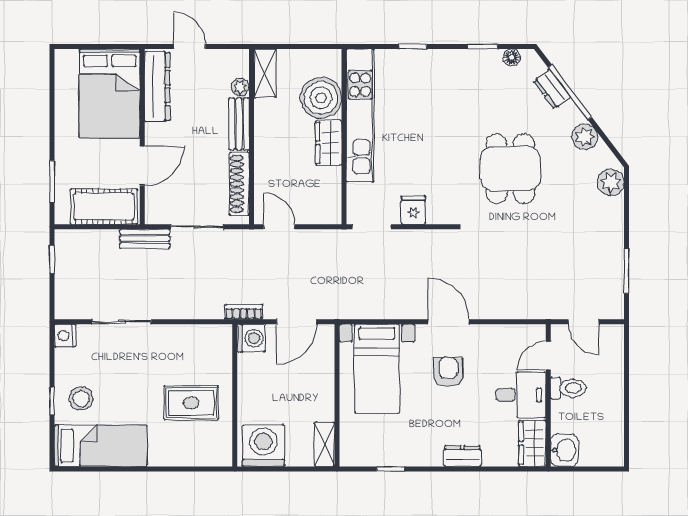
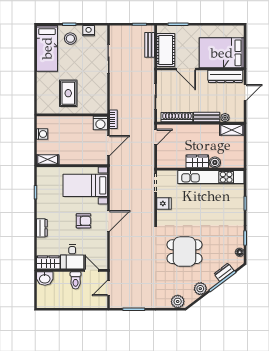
boiler: (321, 98) -> (215, 162), width x0.54, depth x0.54
bench: (145, 239) -> (150, 45), moved
door: (297, 322) -> (108, 146), swing flipped
nightstand: (65, 336) -> (89, 31), moved
washing machine: (263, 446) -> (42, 134), width x0.53, depth x0.53

